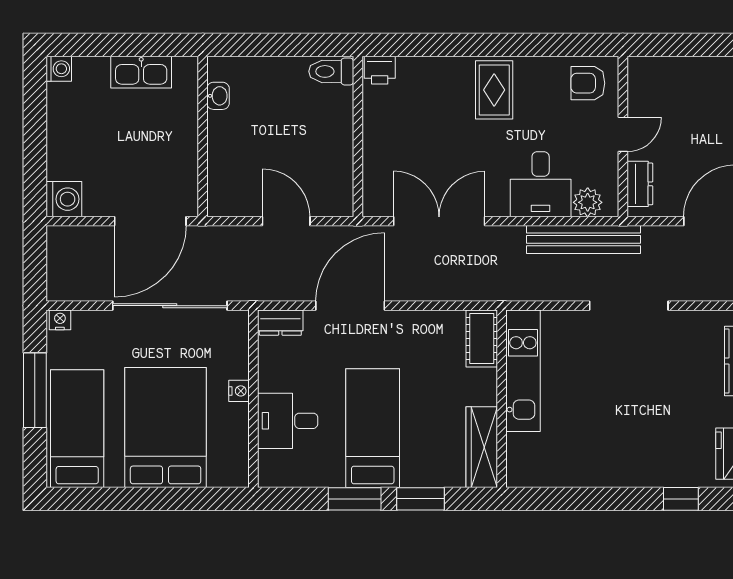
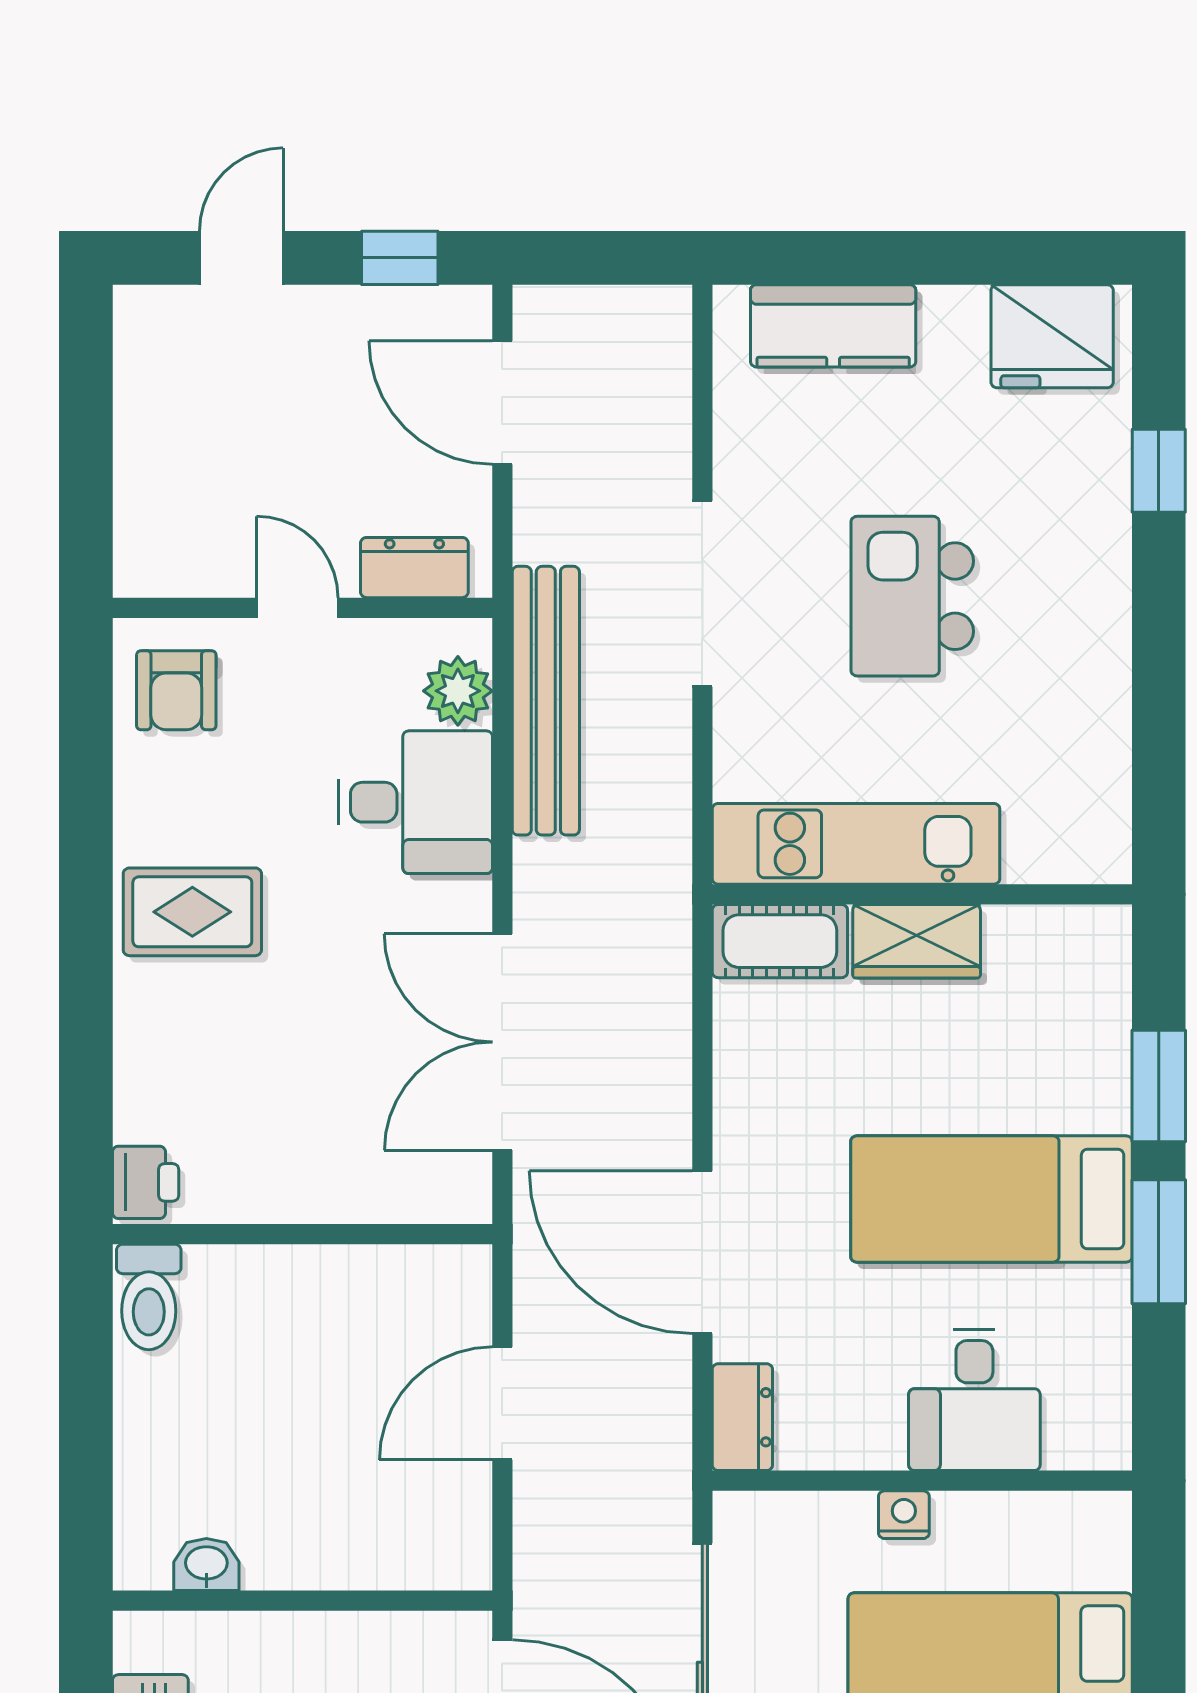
kitchen island: (628, 394) -> (912, 596), added
wardrobe: (482, 447) -> (917, 941), moved, width x0.67

